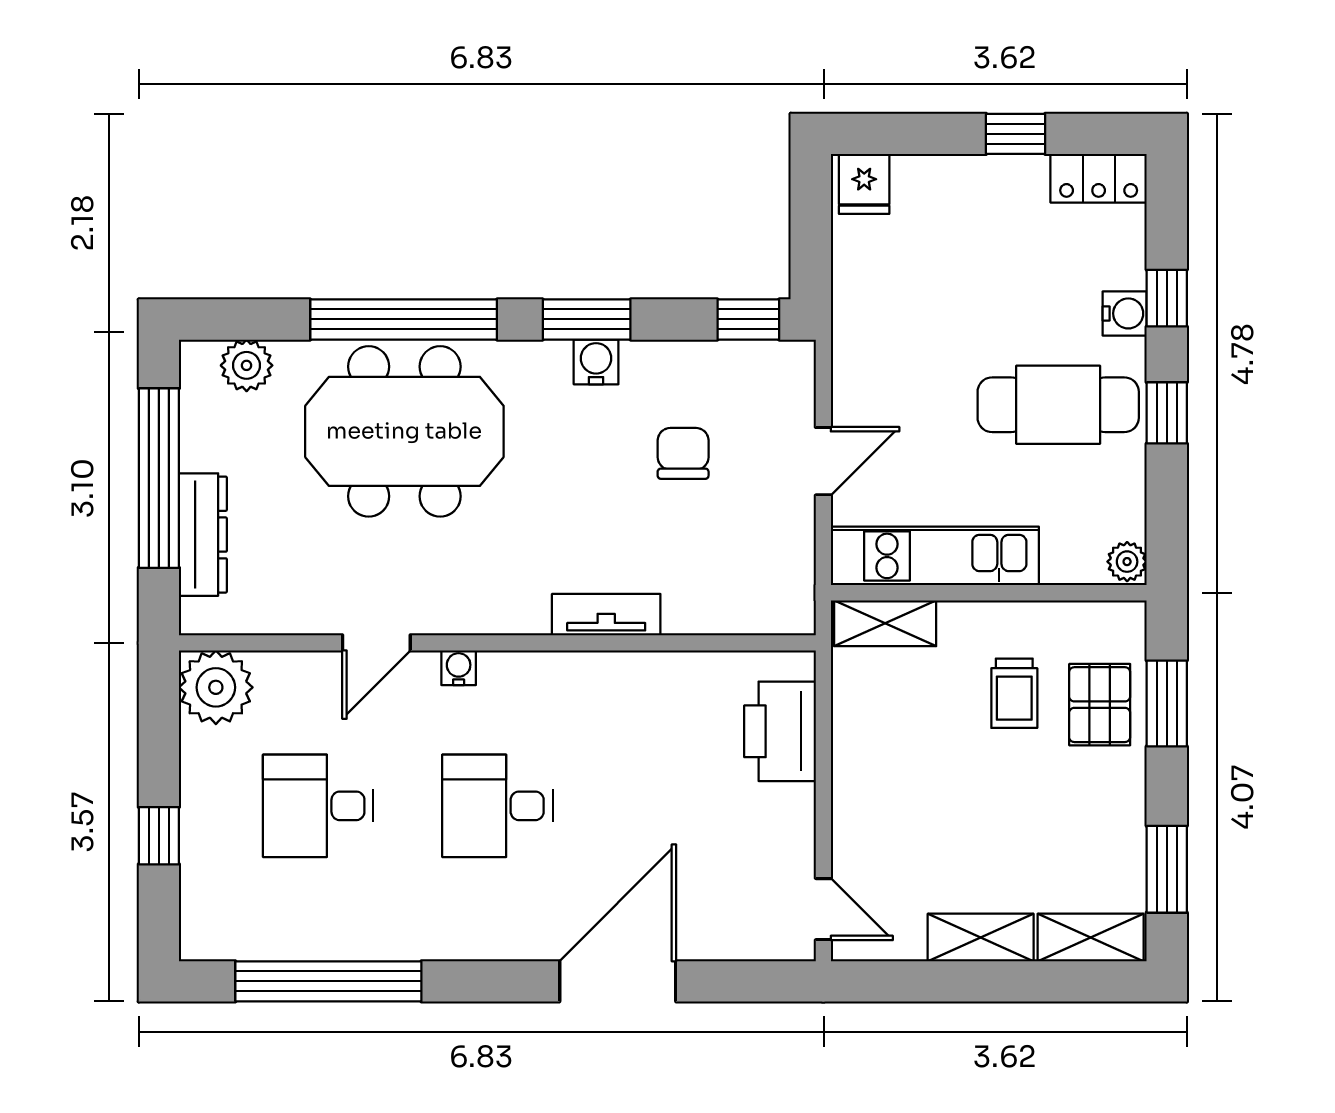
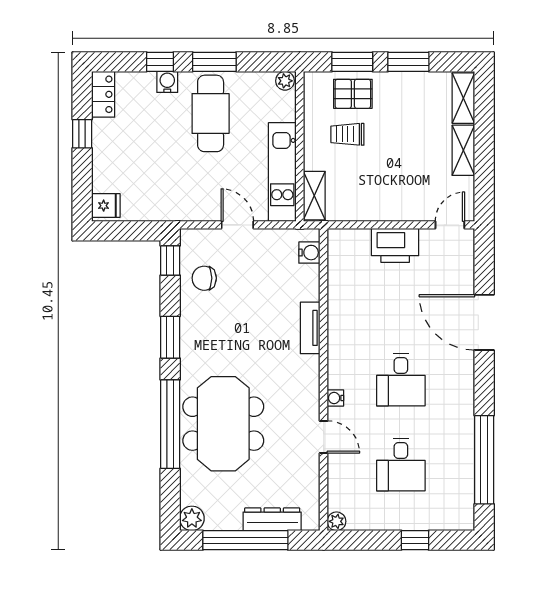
water cooler: (596, 362) -> (309, 253), moved, turned 180
plant: (247, 365) -> (192, 518), moved
window: (1167, 413) -> (214, 62), width x1.50
chair: (683, 453) -> (204, 278), moved
plant: (216, 687) -> (336, 521), width x0.53, depth x0.53
trolley: (1014, 693) -> (347, 134), turned 180
printer: (780, 731) -> (395, 245), moved
window: (1167, 869) -> (408, 62), moved

